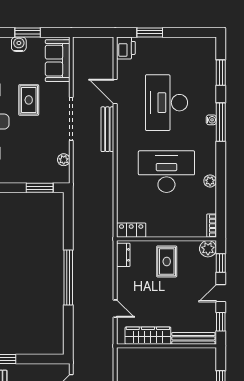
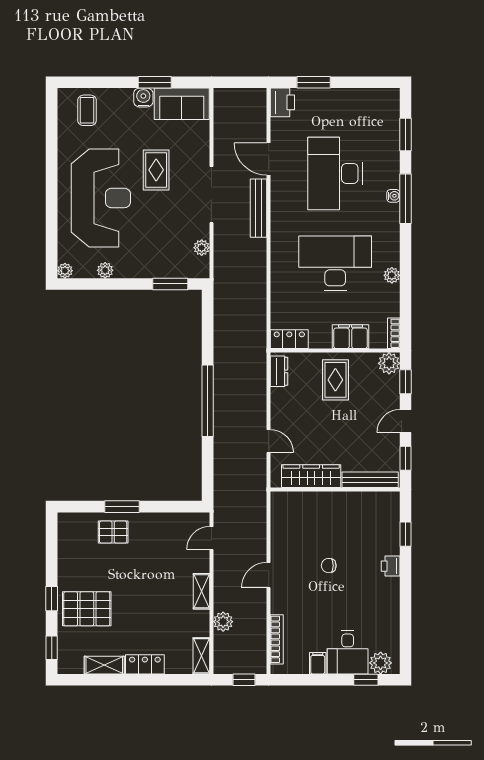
sofa: (58, 61) -> (182, 104), moved, turned -90
filing cabinet: (178, 228) -> (351, 337), added

